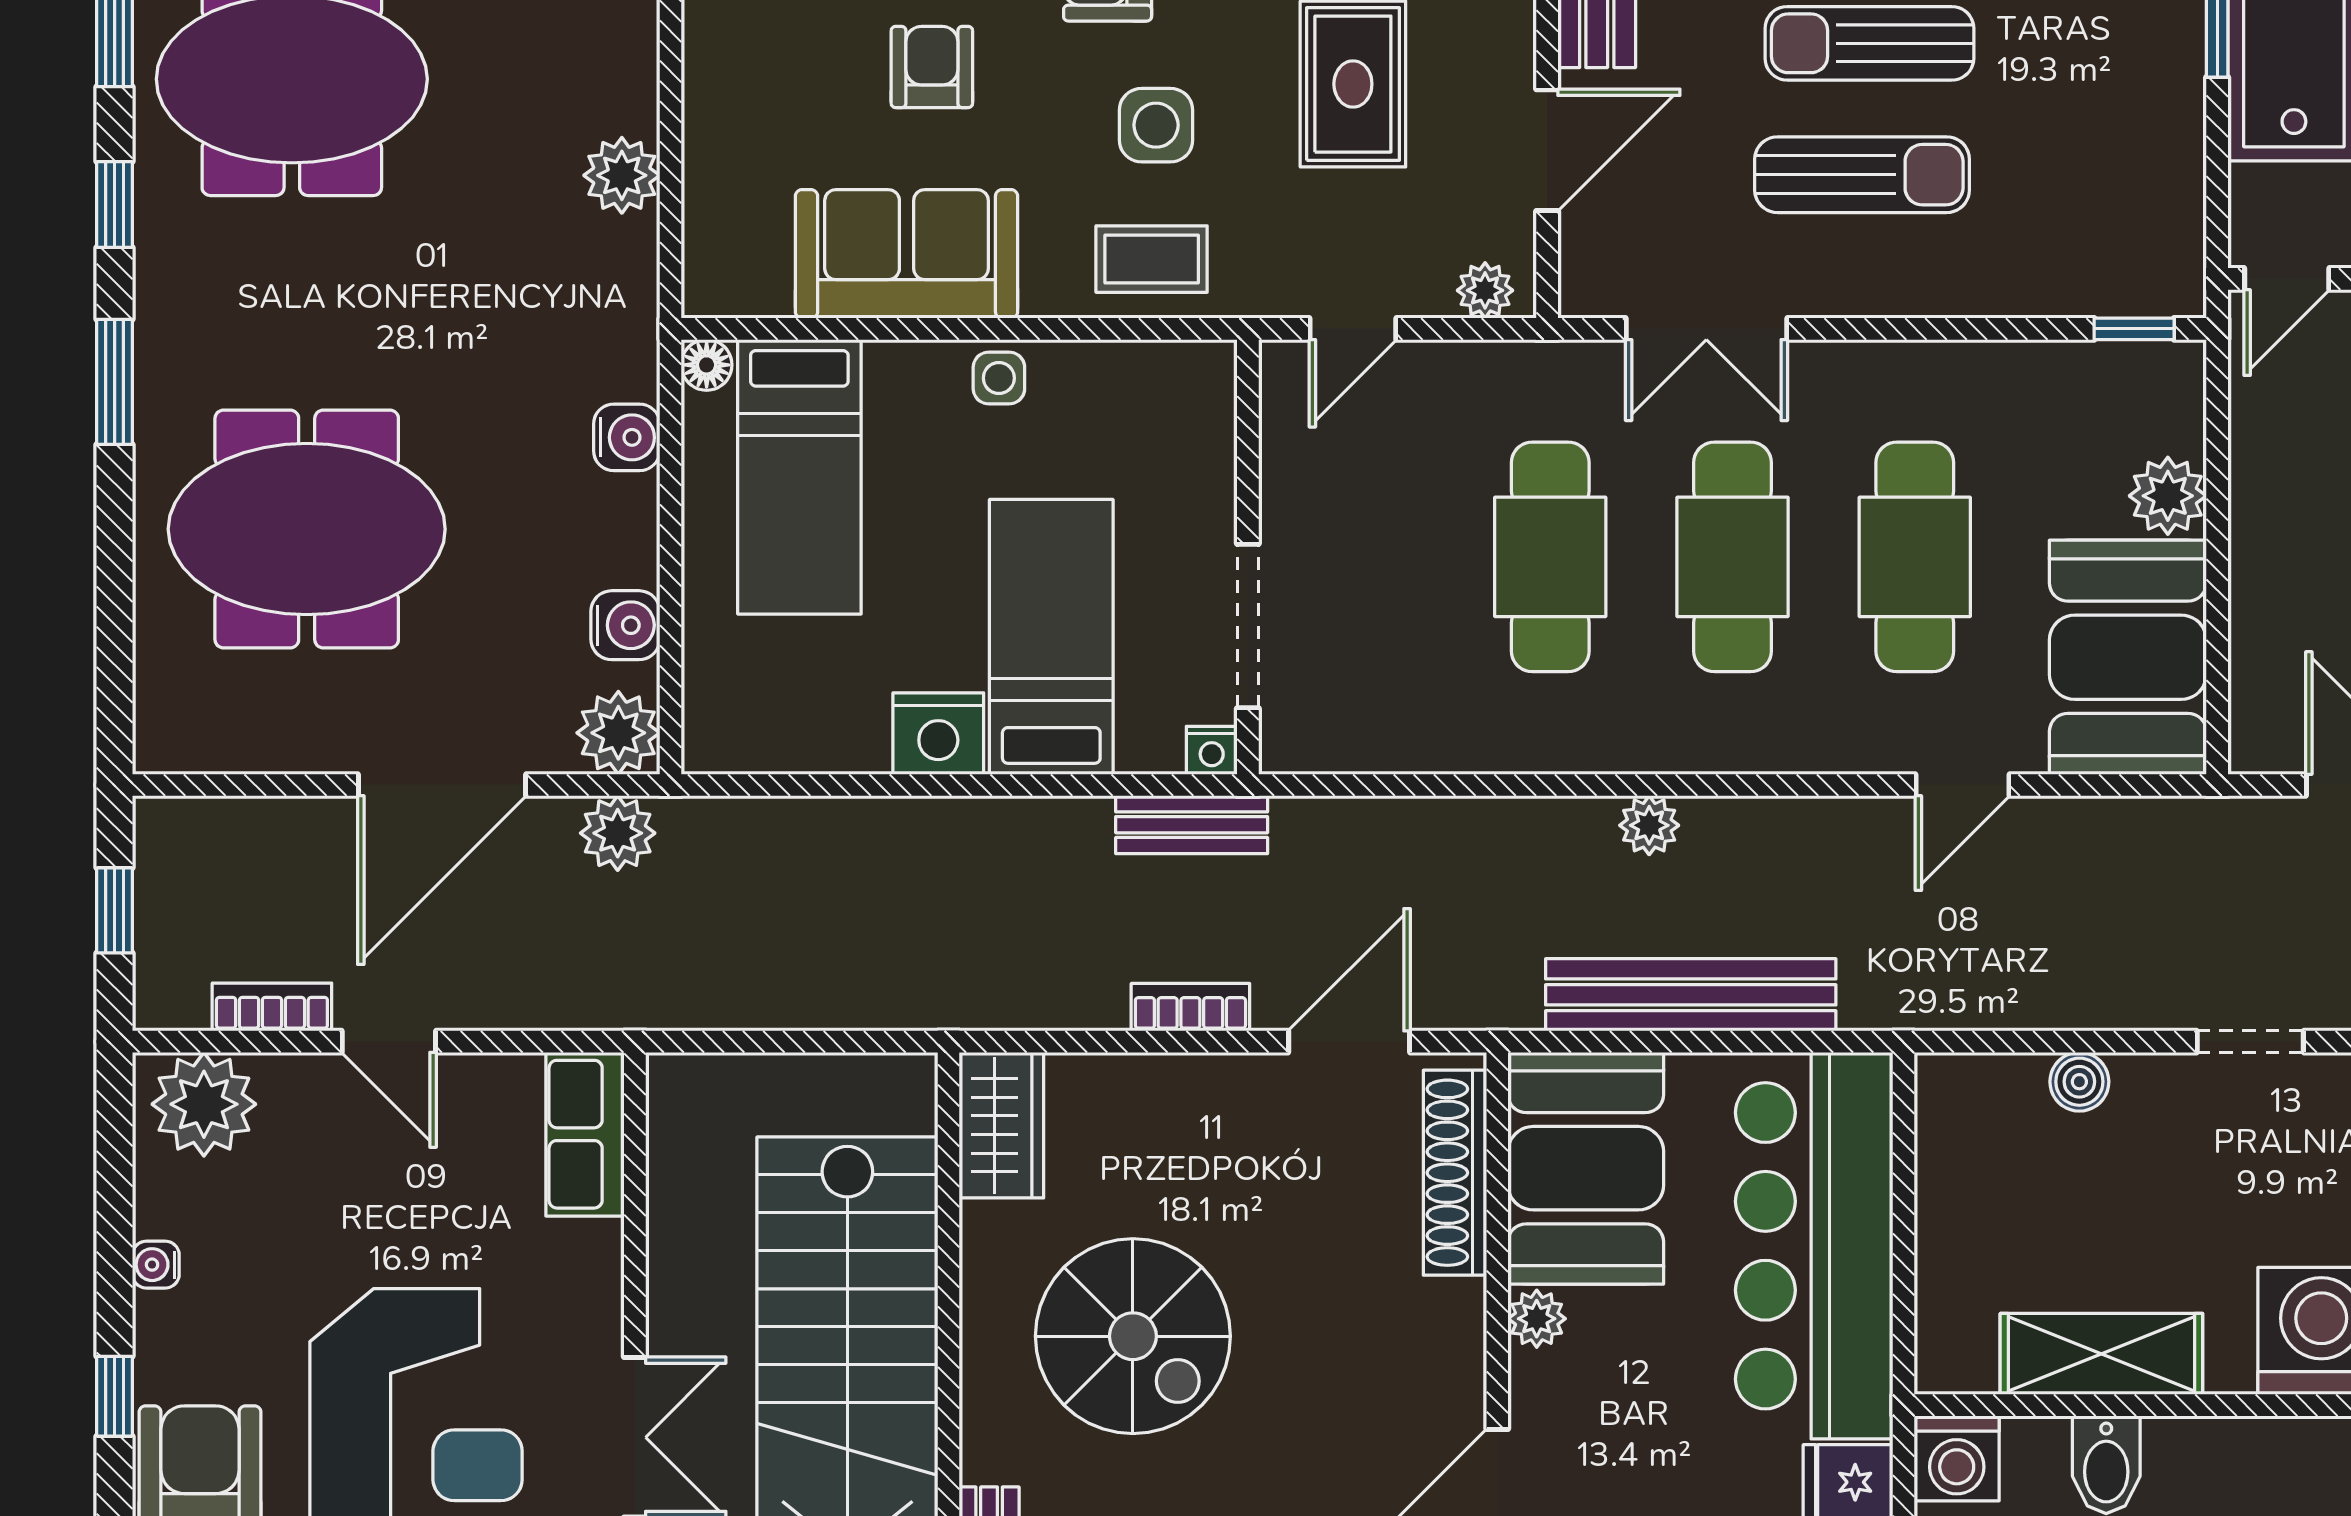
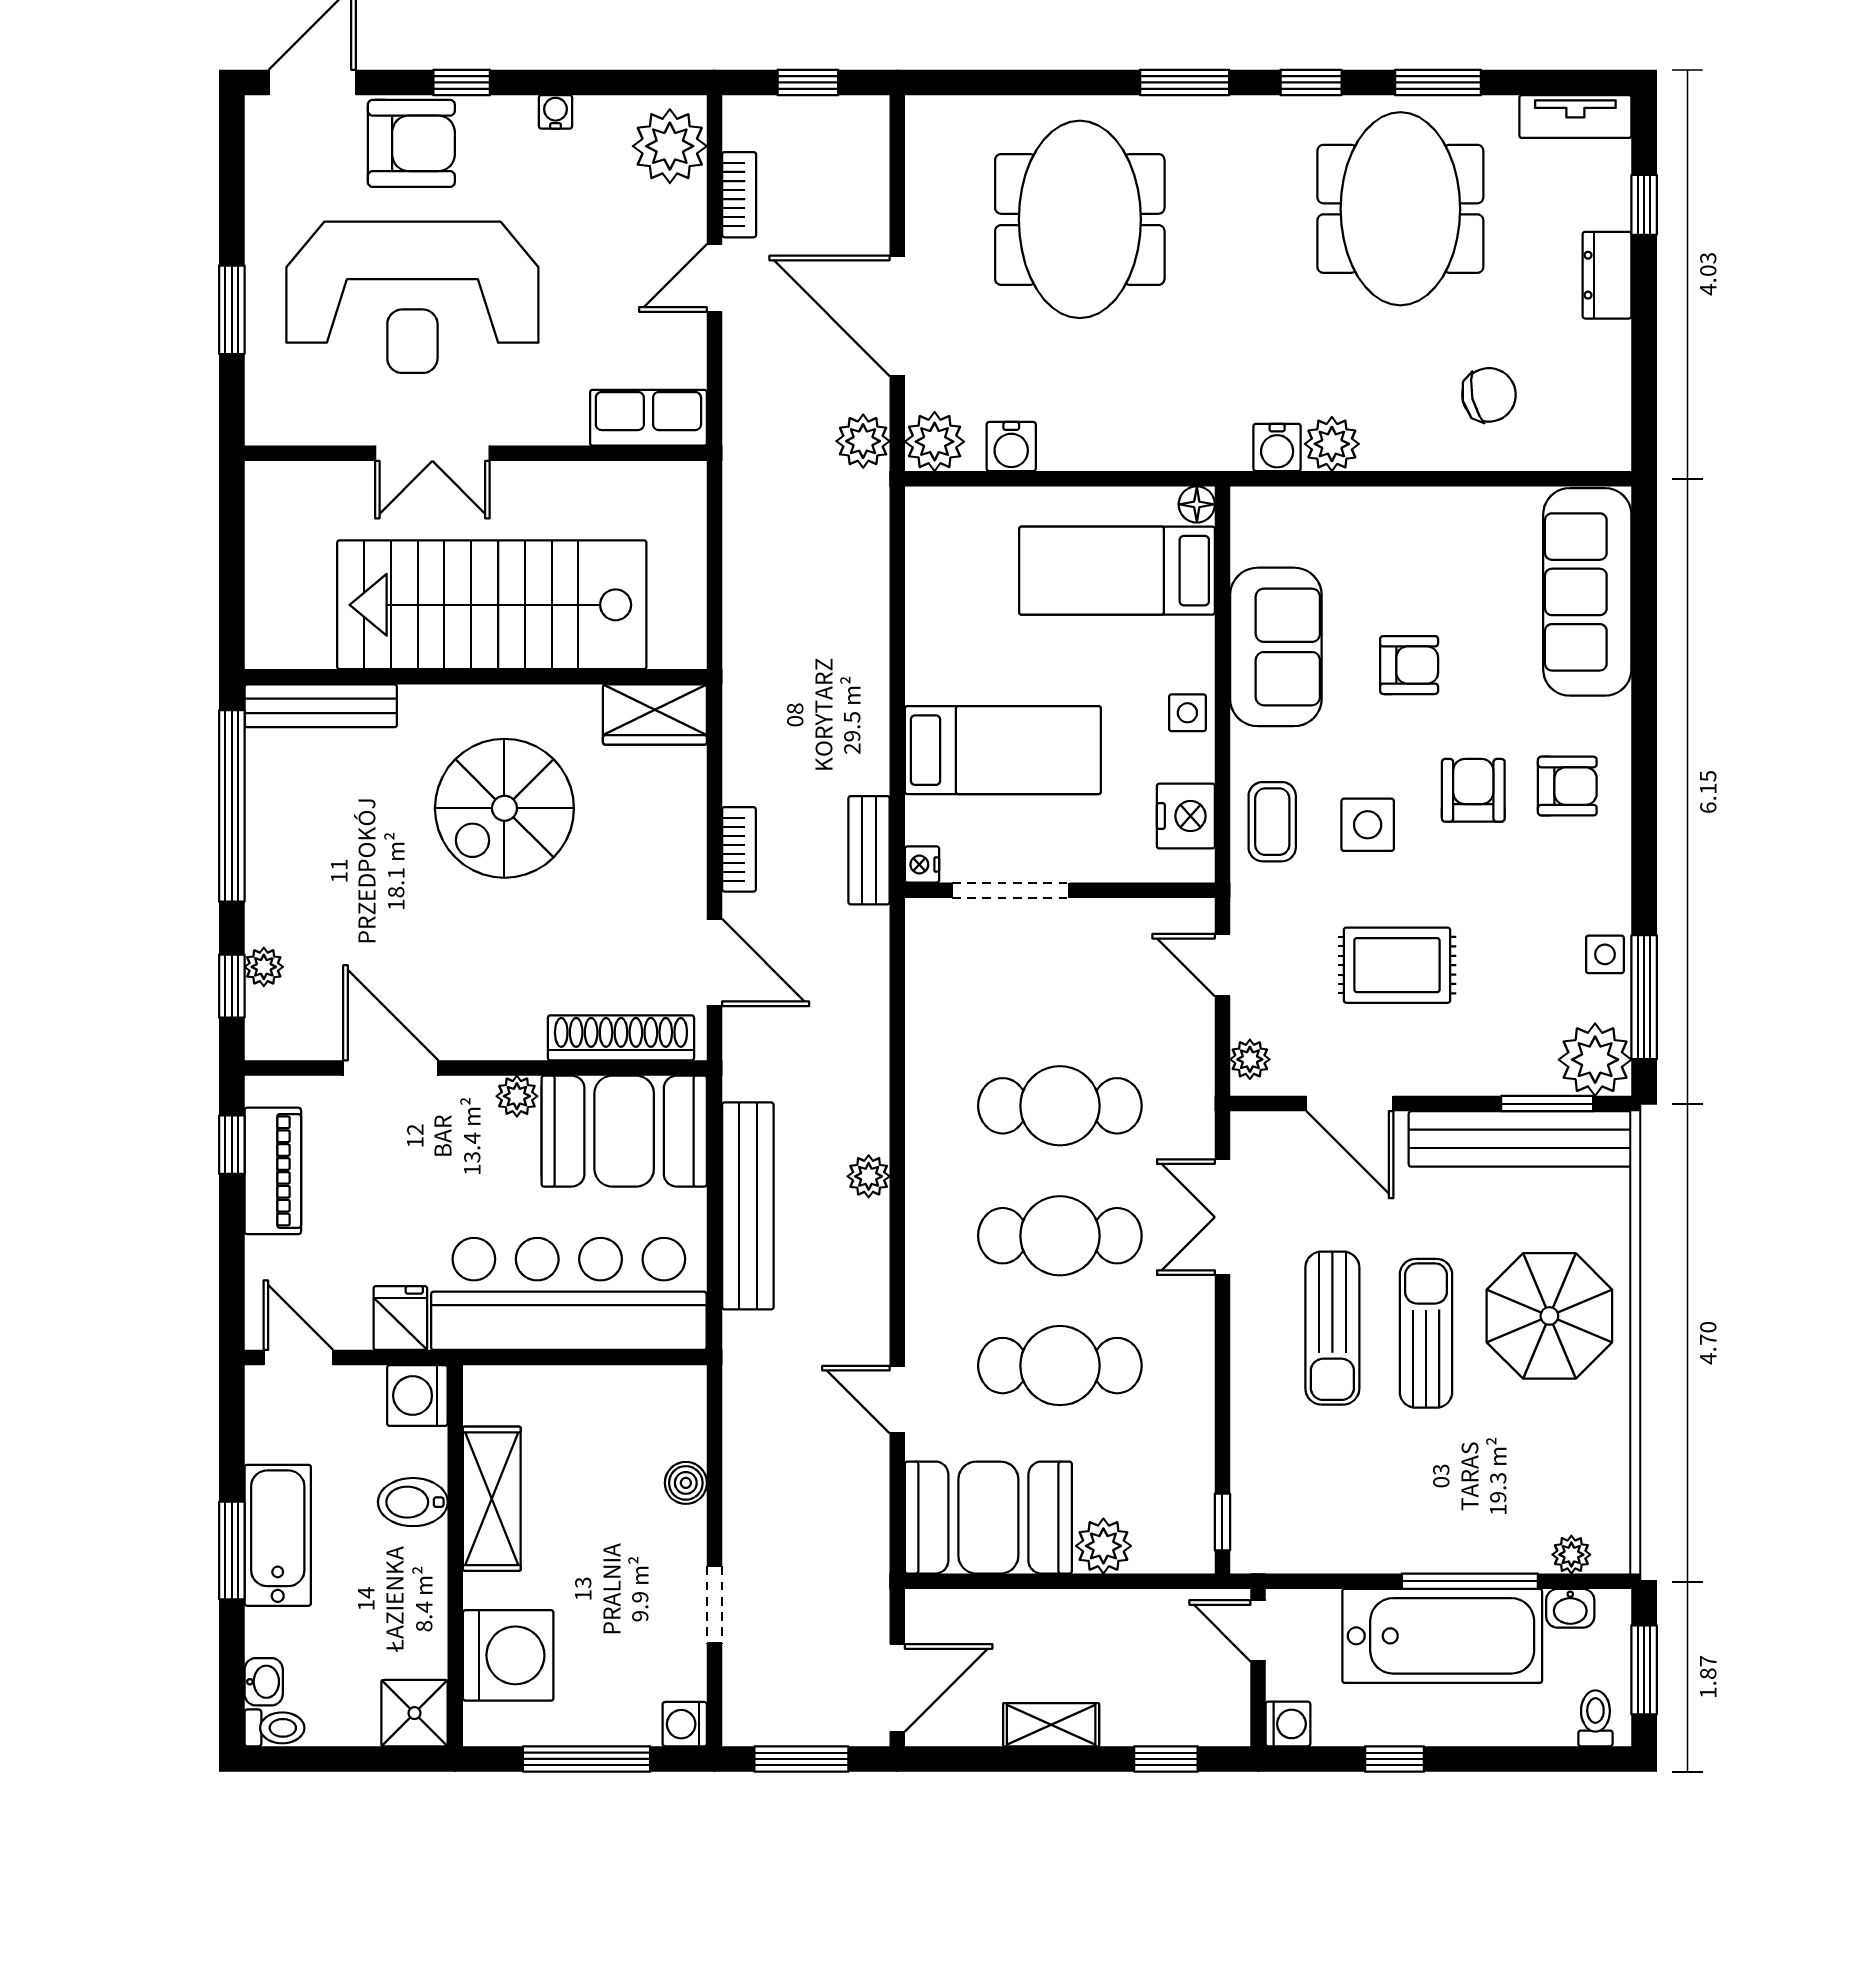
water cooler: (627, 437) -> (1277, 447), moved
nightstand: (938, 734) -> (1186, 816), moved, turned 180

